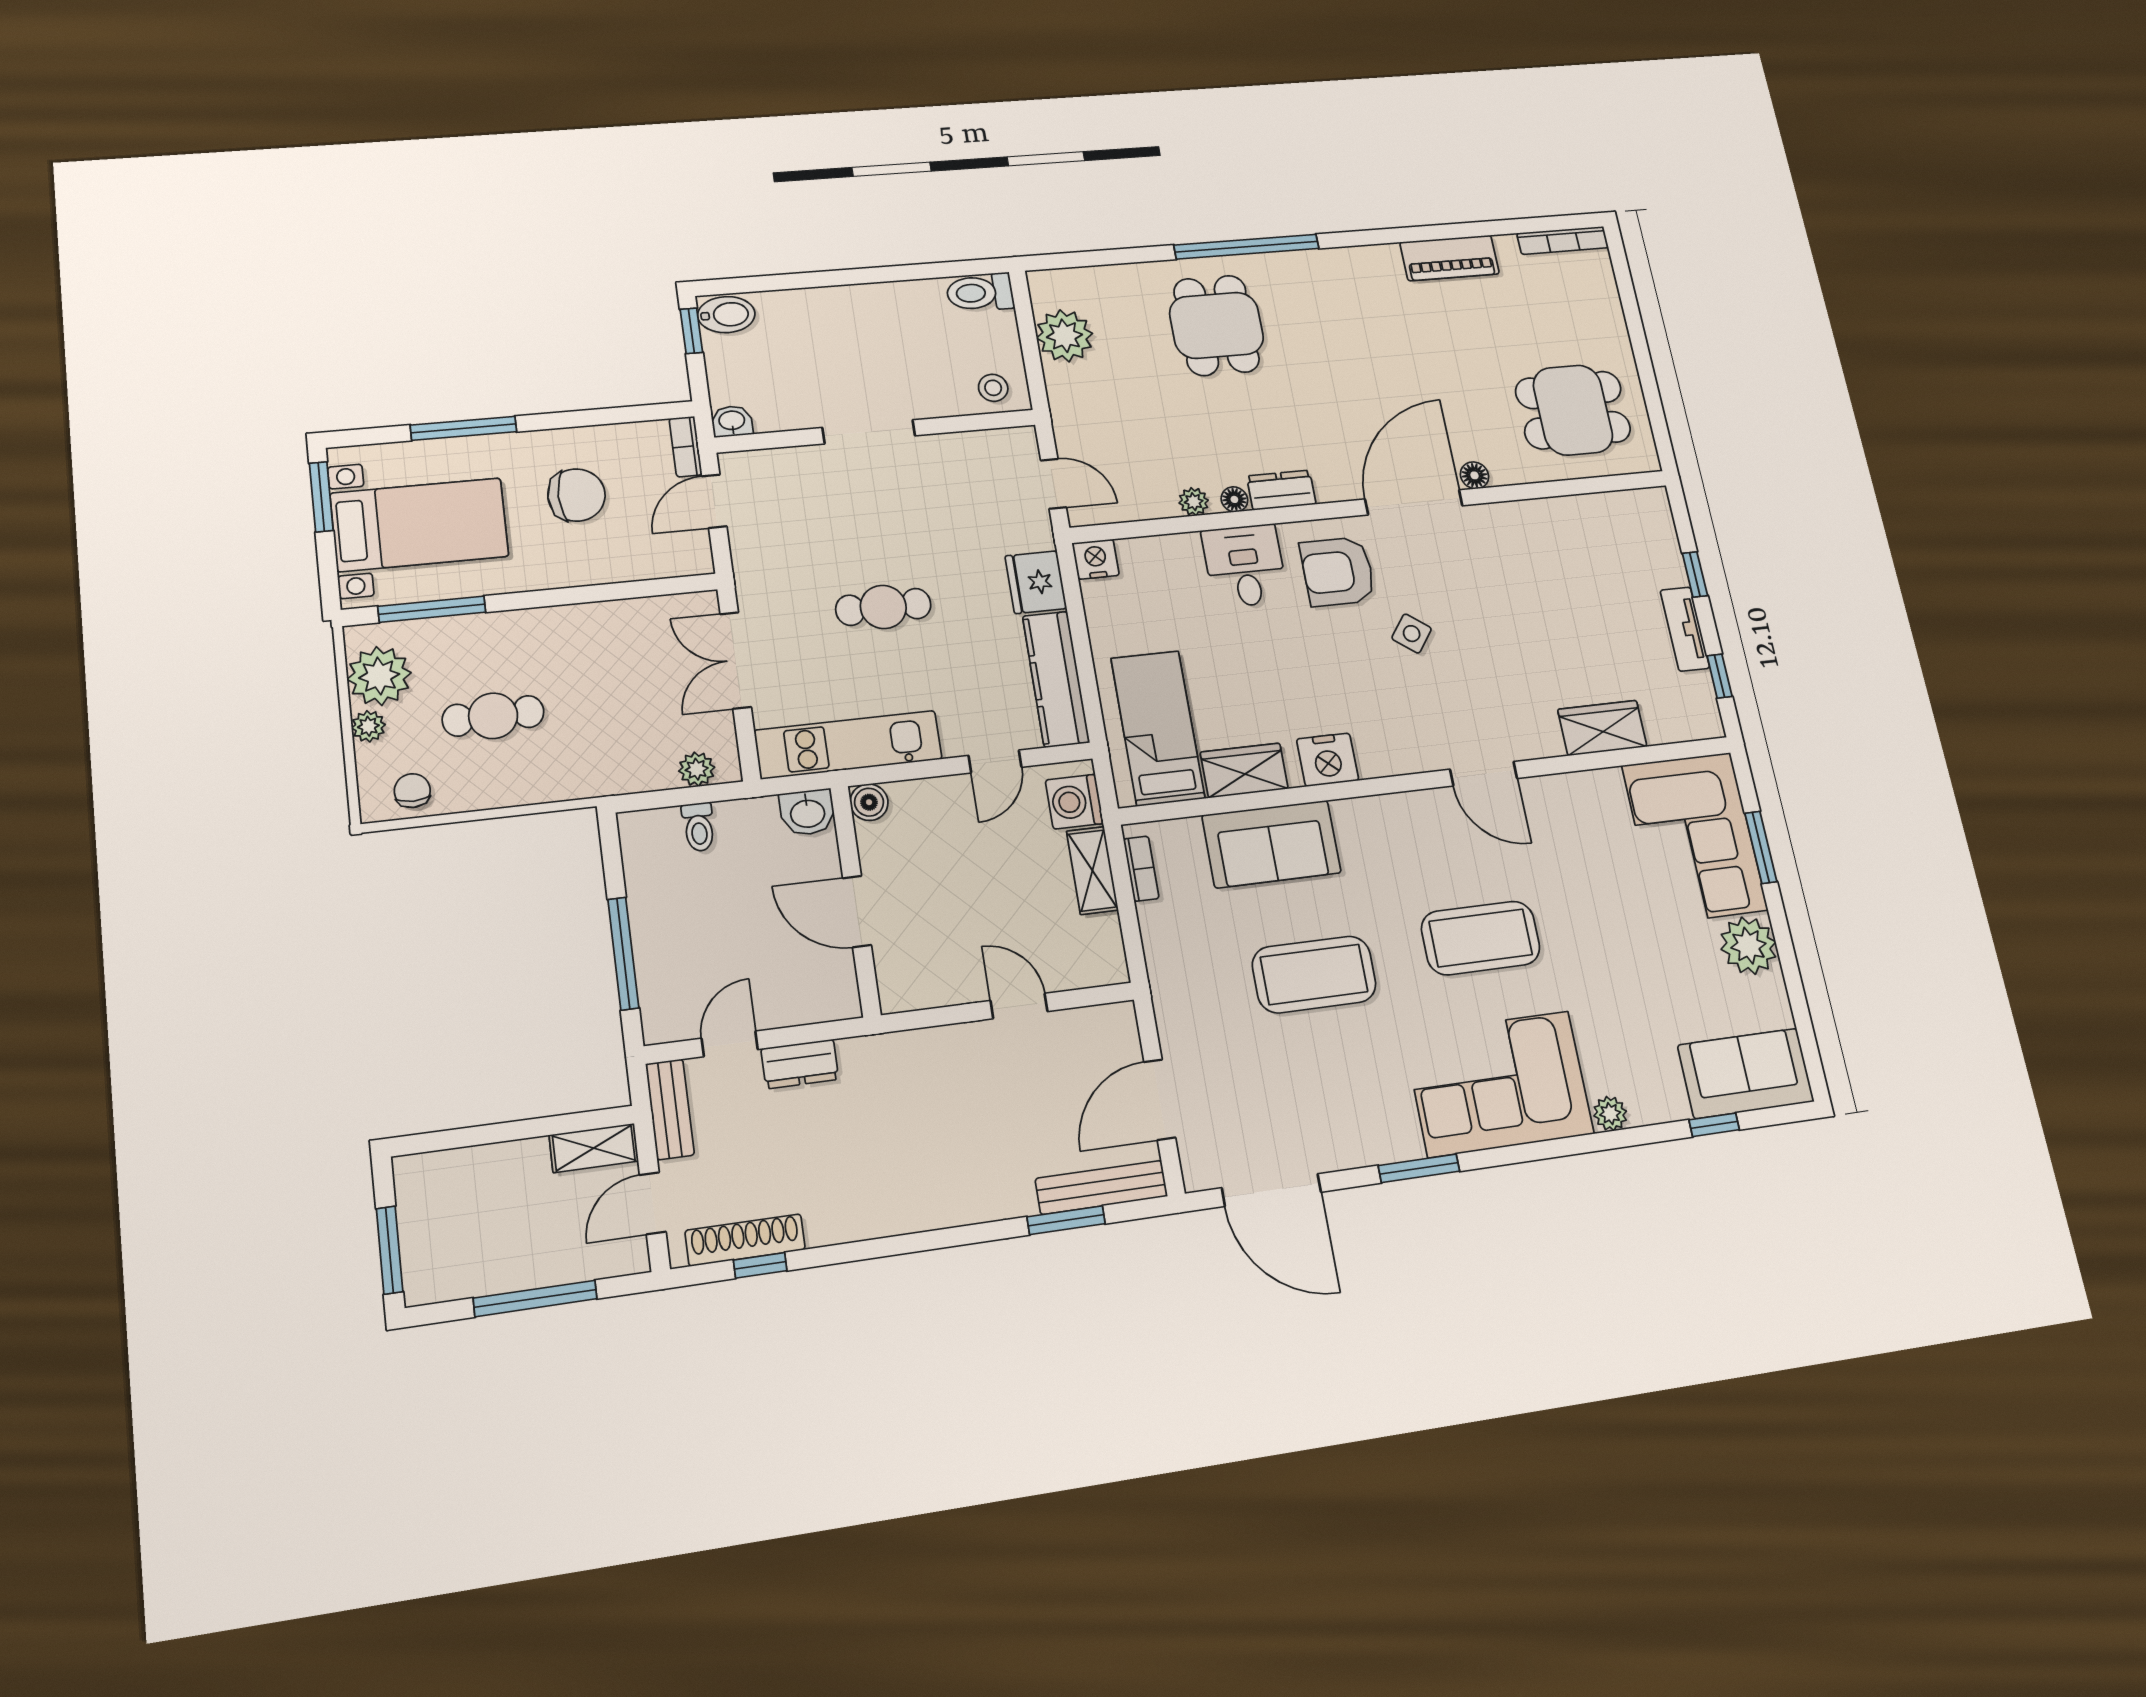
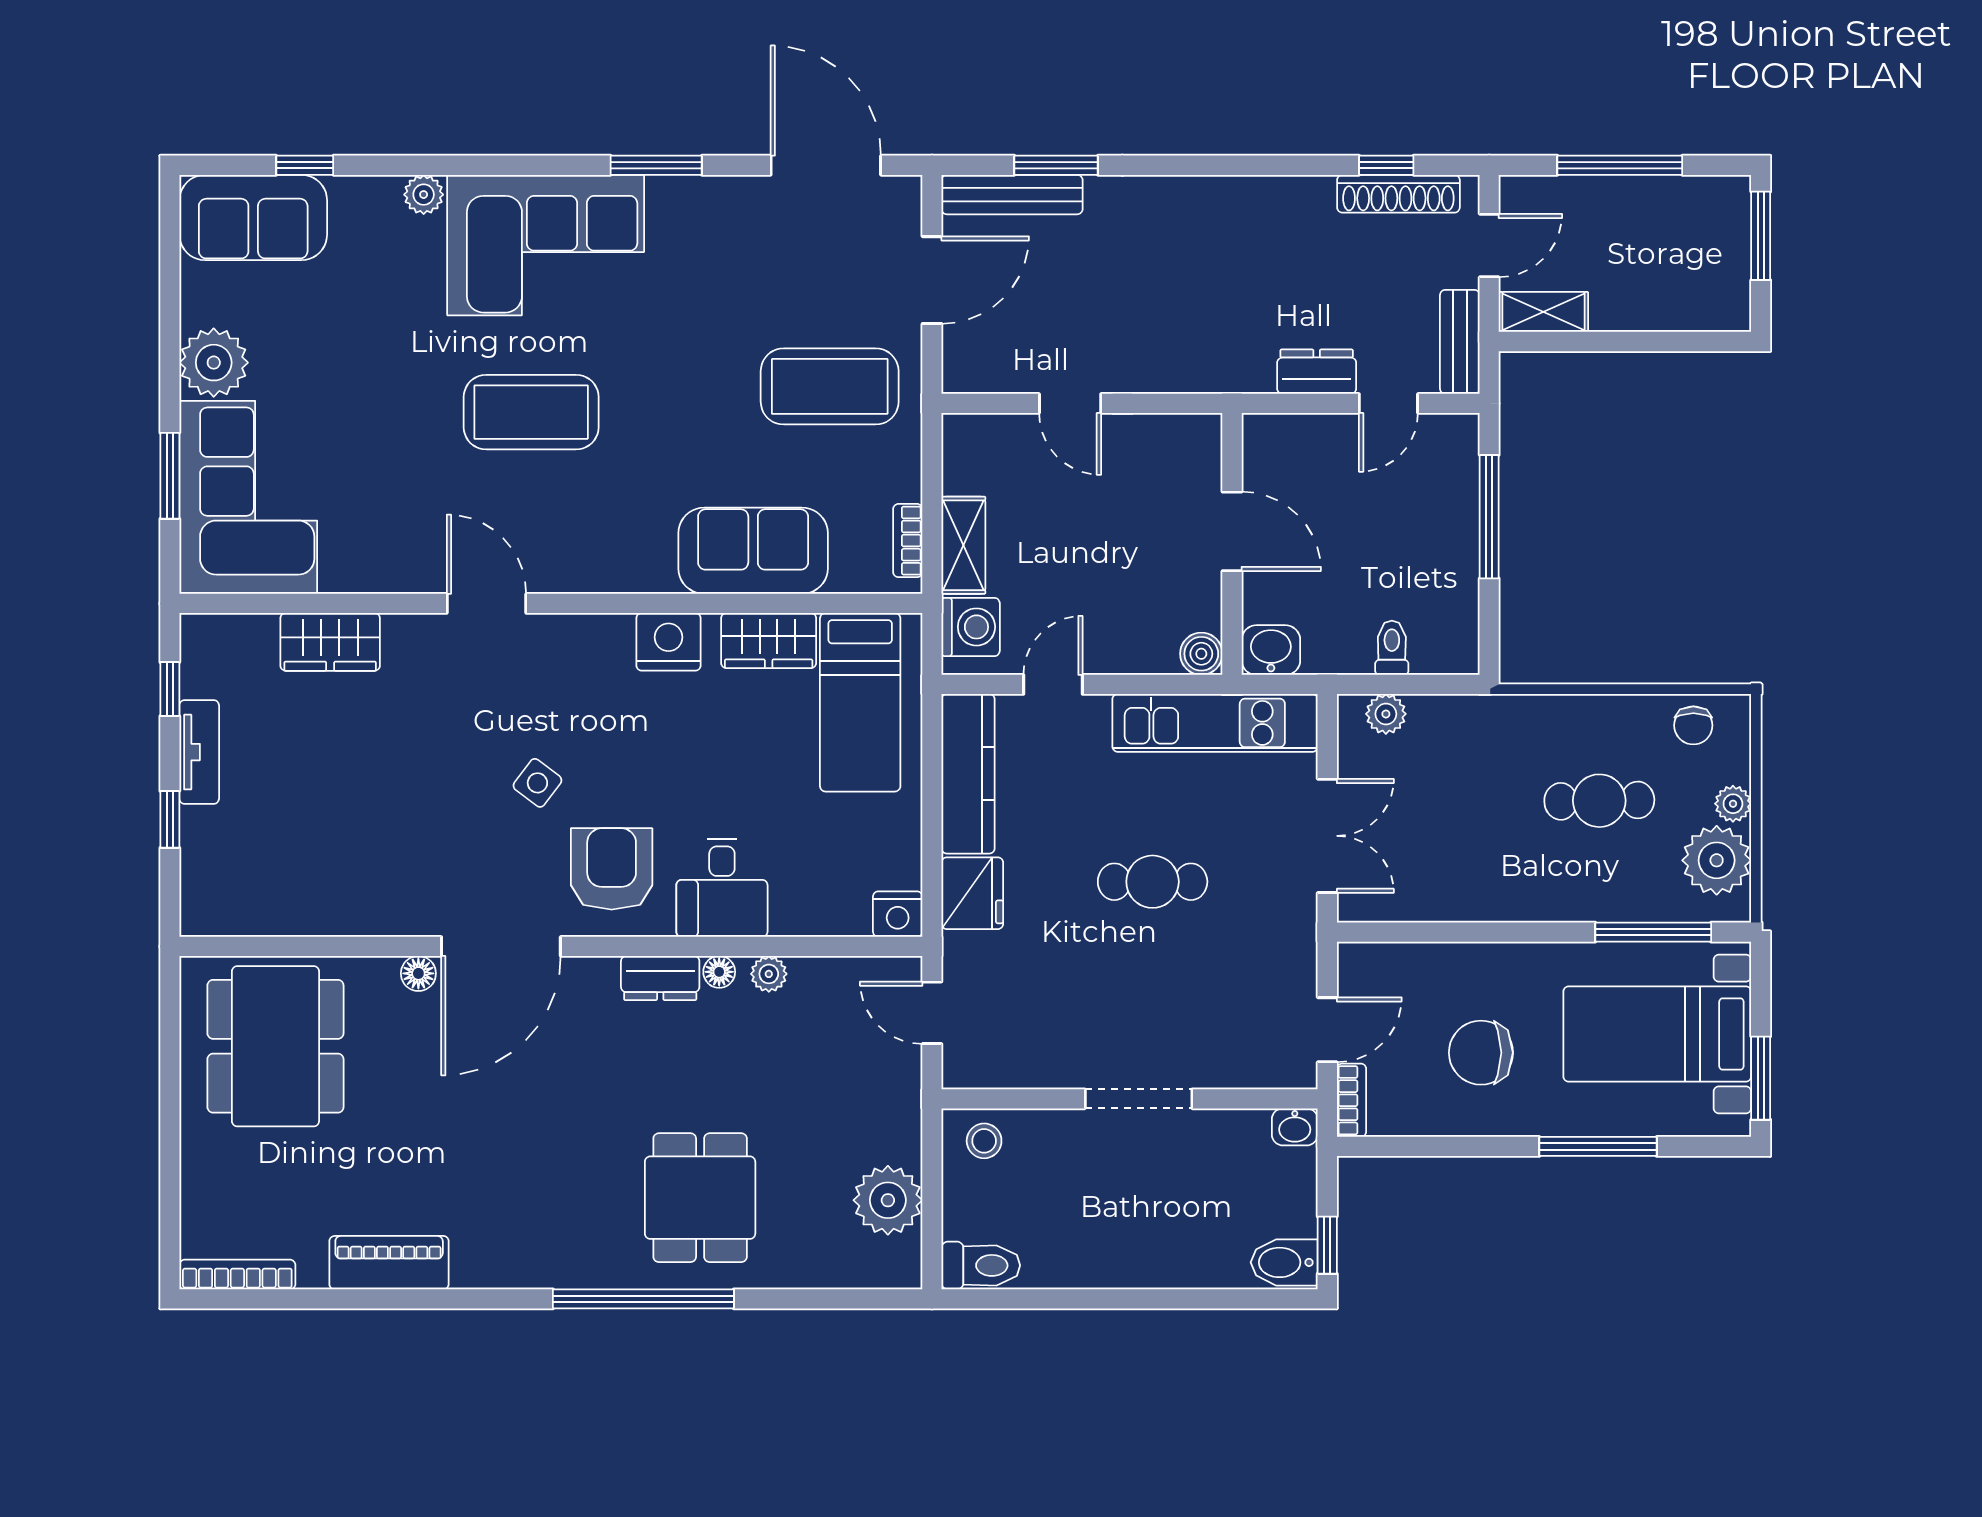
dining table: (1573, 410) -> (275, 1046), width x1.38
armchair: (1338, 572) -> (612, 869), turned -90
coffee table: (1314, 974) -> (830, 386), moved

